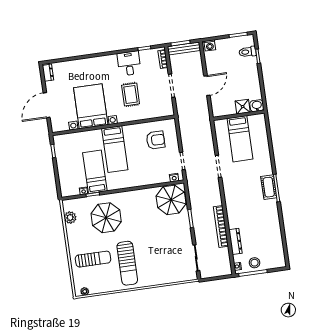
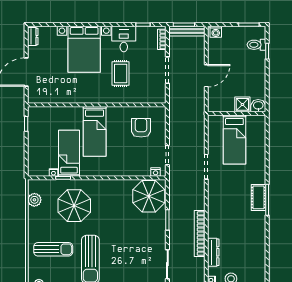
bed with nightstands: (91, 106) -> (84, 49), moved, turned 180
armchair: (156, 140) -> (141, 128), turned -90

